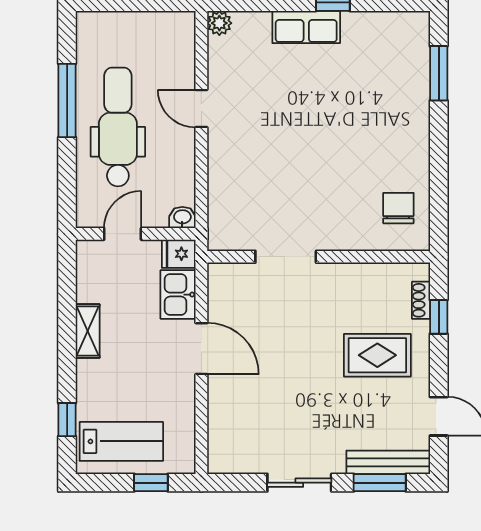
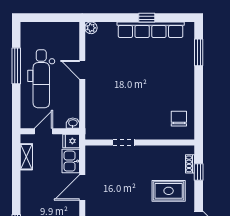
row of seats: (306, 27) -> (151, 30), width x2.02
dental chair: (118, 127) -> (41, 79), turned 180
doorway: (286, 257) -> (124, 142), width x0.73
shelving: (88, 331) -> (26, 157), moved
door: (201, 349) -> (82, 188), swing flipped

